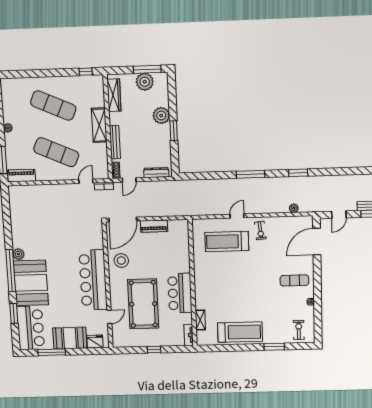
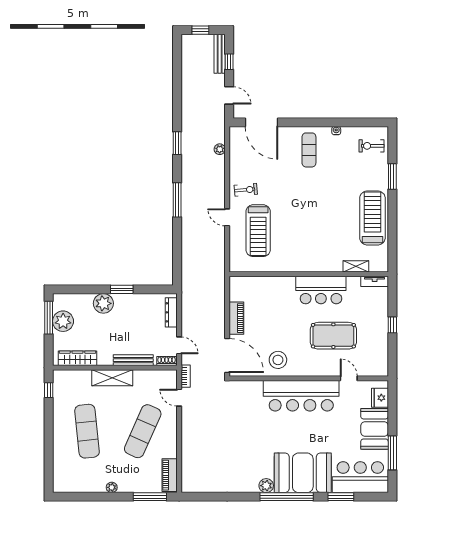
exercise mat: (53, 105) -> (87, 431), turned -30
pool table: (143, 304) -> (333, 336), width x0.73, depth x0.76

